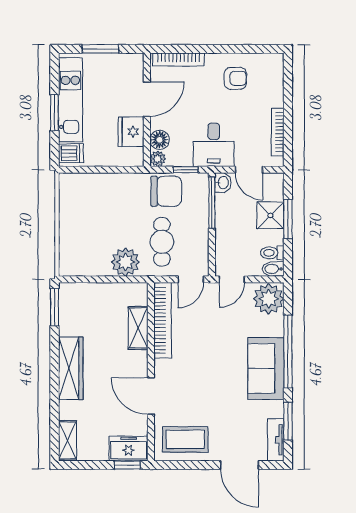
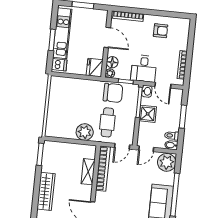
door: (147, 99) -> (107, 37), hinge flipped
fridge: (131, 132) -> (95, 68), moved
shower: (270, 215) -> (148, 114), moved

